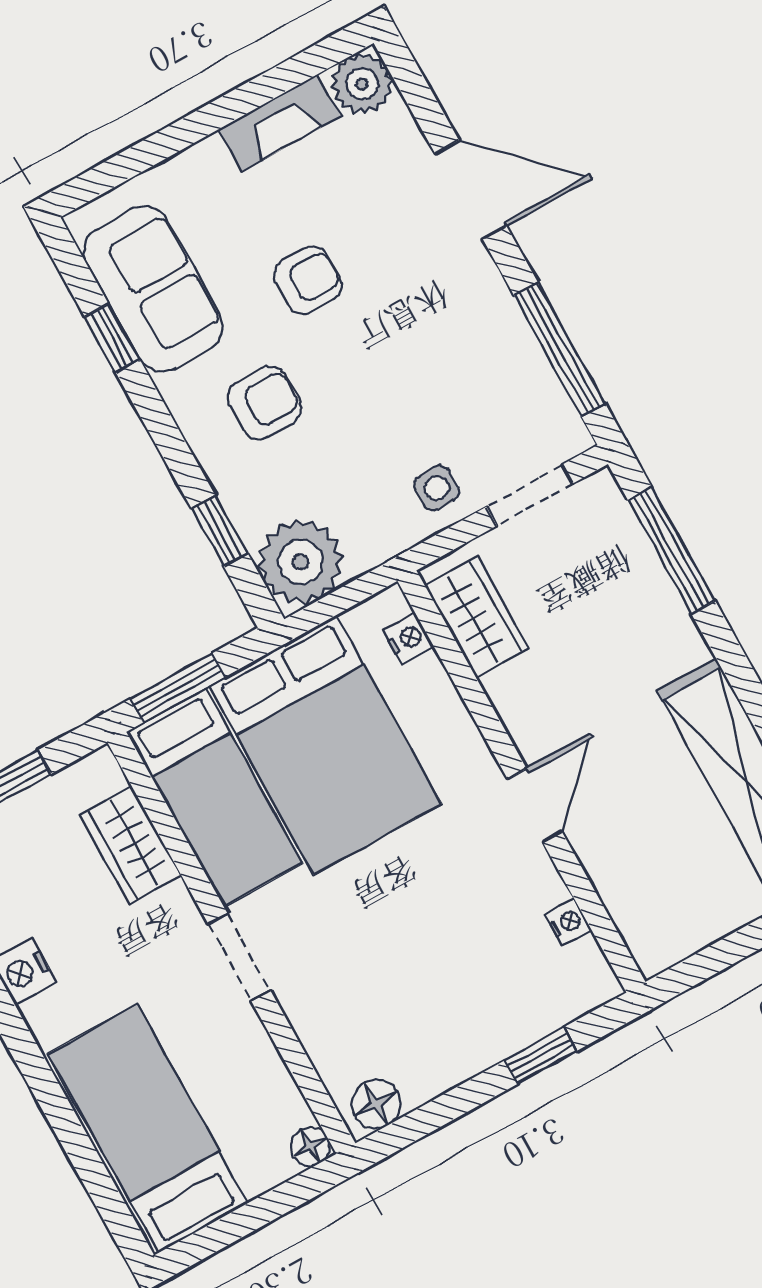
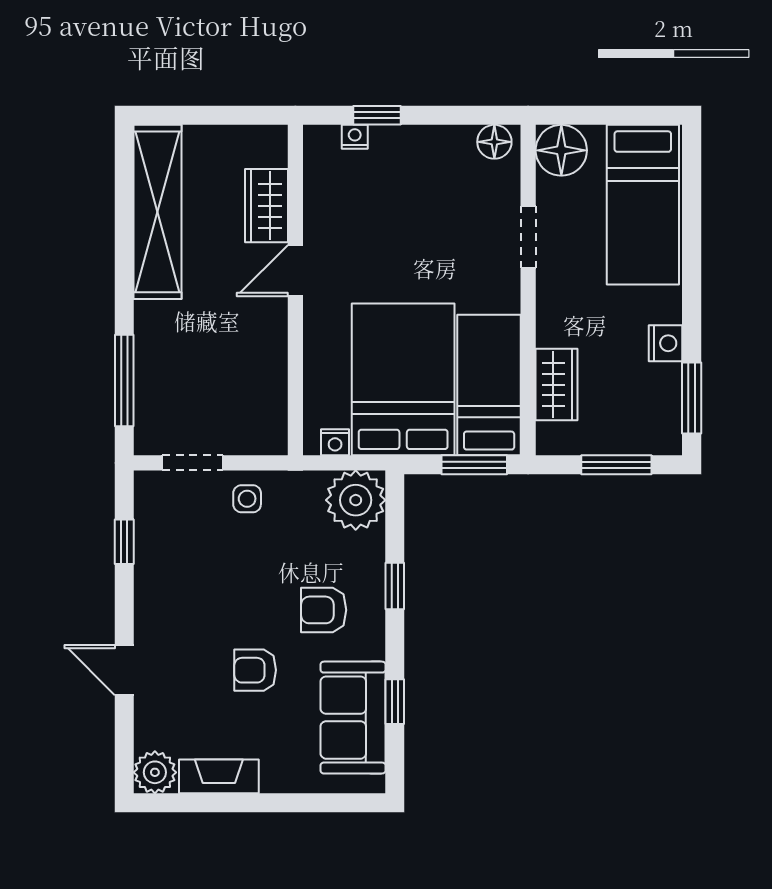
door: (471, 190) -> (124, 670), width x0.73
window: (560, 349) -> (124, 542), width x0.46
window: (220, 531) -> (395, 586), moved
wardrobe: (477, 617) -> (266, 206), moved
nightstand: (408, 638) -> (335, 442), moved, turned -90
nightstand: (568, 922) -> (355, 137), moved, turned 90
doorway: (239, 957) -> (528, 237), moved
floor lamp: (310, 1146) -> (561, 150), width x1.89, depth x1.89

